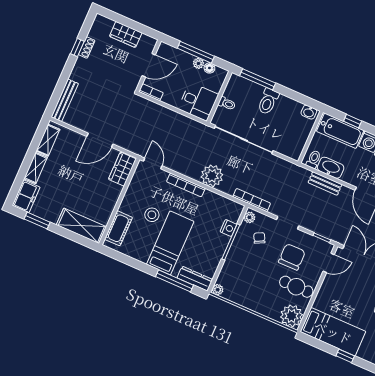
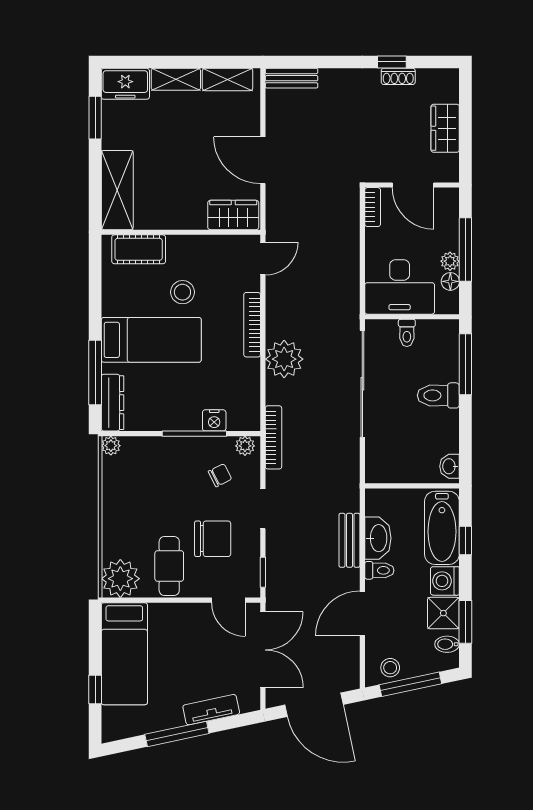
bench: (65, 100) -> (292, 78), width x0.73
desk: (198, 102) -> (400, 287), width x1.37
toilet: (314, 159) -> (379, 570), moved

